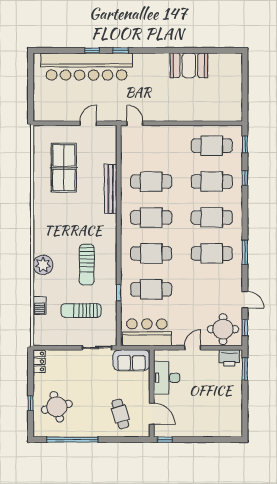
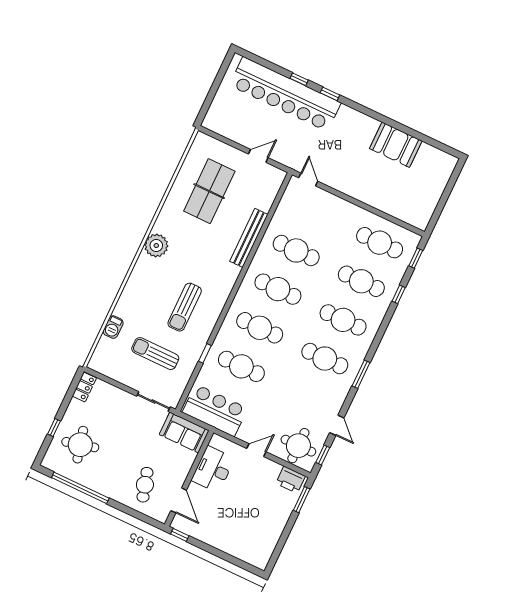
plant: (43, 265) -> (156, 245), moved

